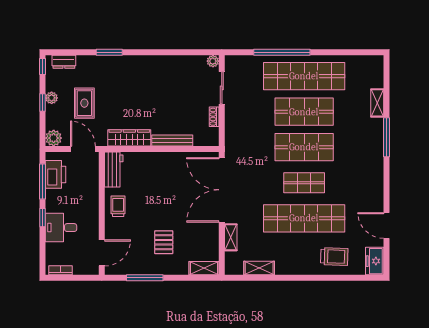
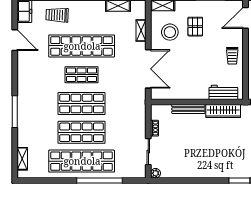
shelving: (377, 103) -> (22, 159), moved
workbench: (114, 169) -> (223, 92), moved, turned 90
double door: (222, 190) -> (148, 69), width x0.73
stool: (195, 235) -> (170, 32), added

